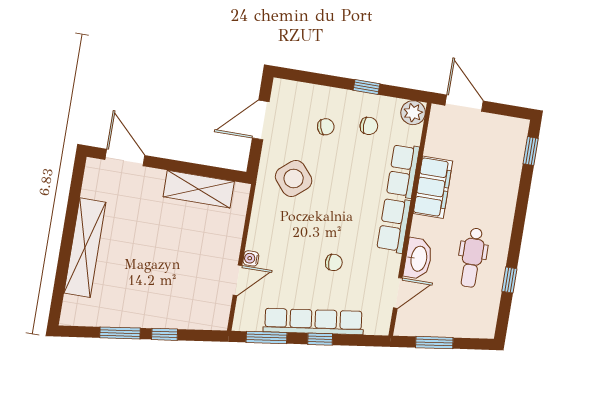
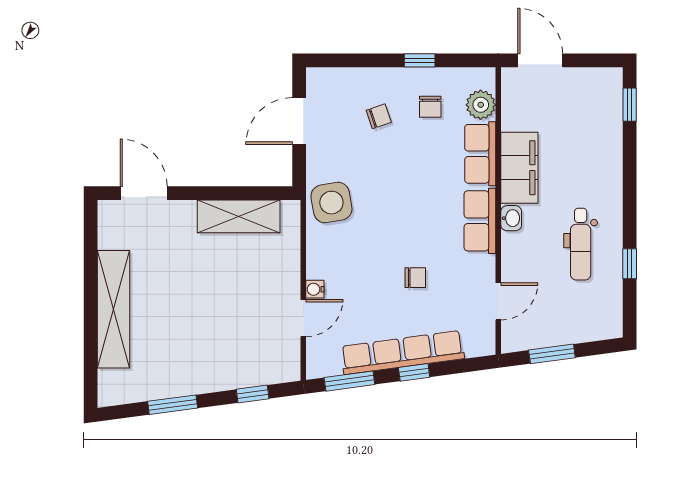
plant: (413, 113) -> (481, 105), moved
chair: (369, 126) -> (430, 107), turned 90
side table: (294, 178) -> (331, 203), moved, turned 30
washbasin: (418, 259) -> (511, 218), moved, width x0.52, depth x0.69
window: (165, 334) -> (253, 394), moved

